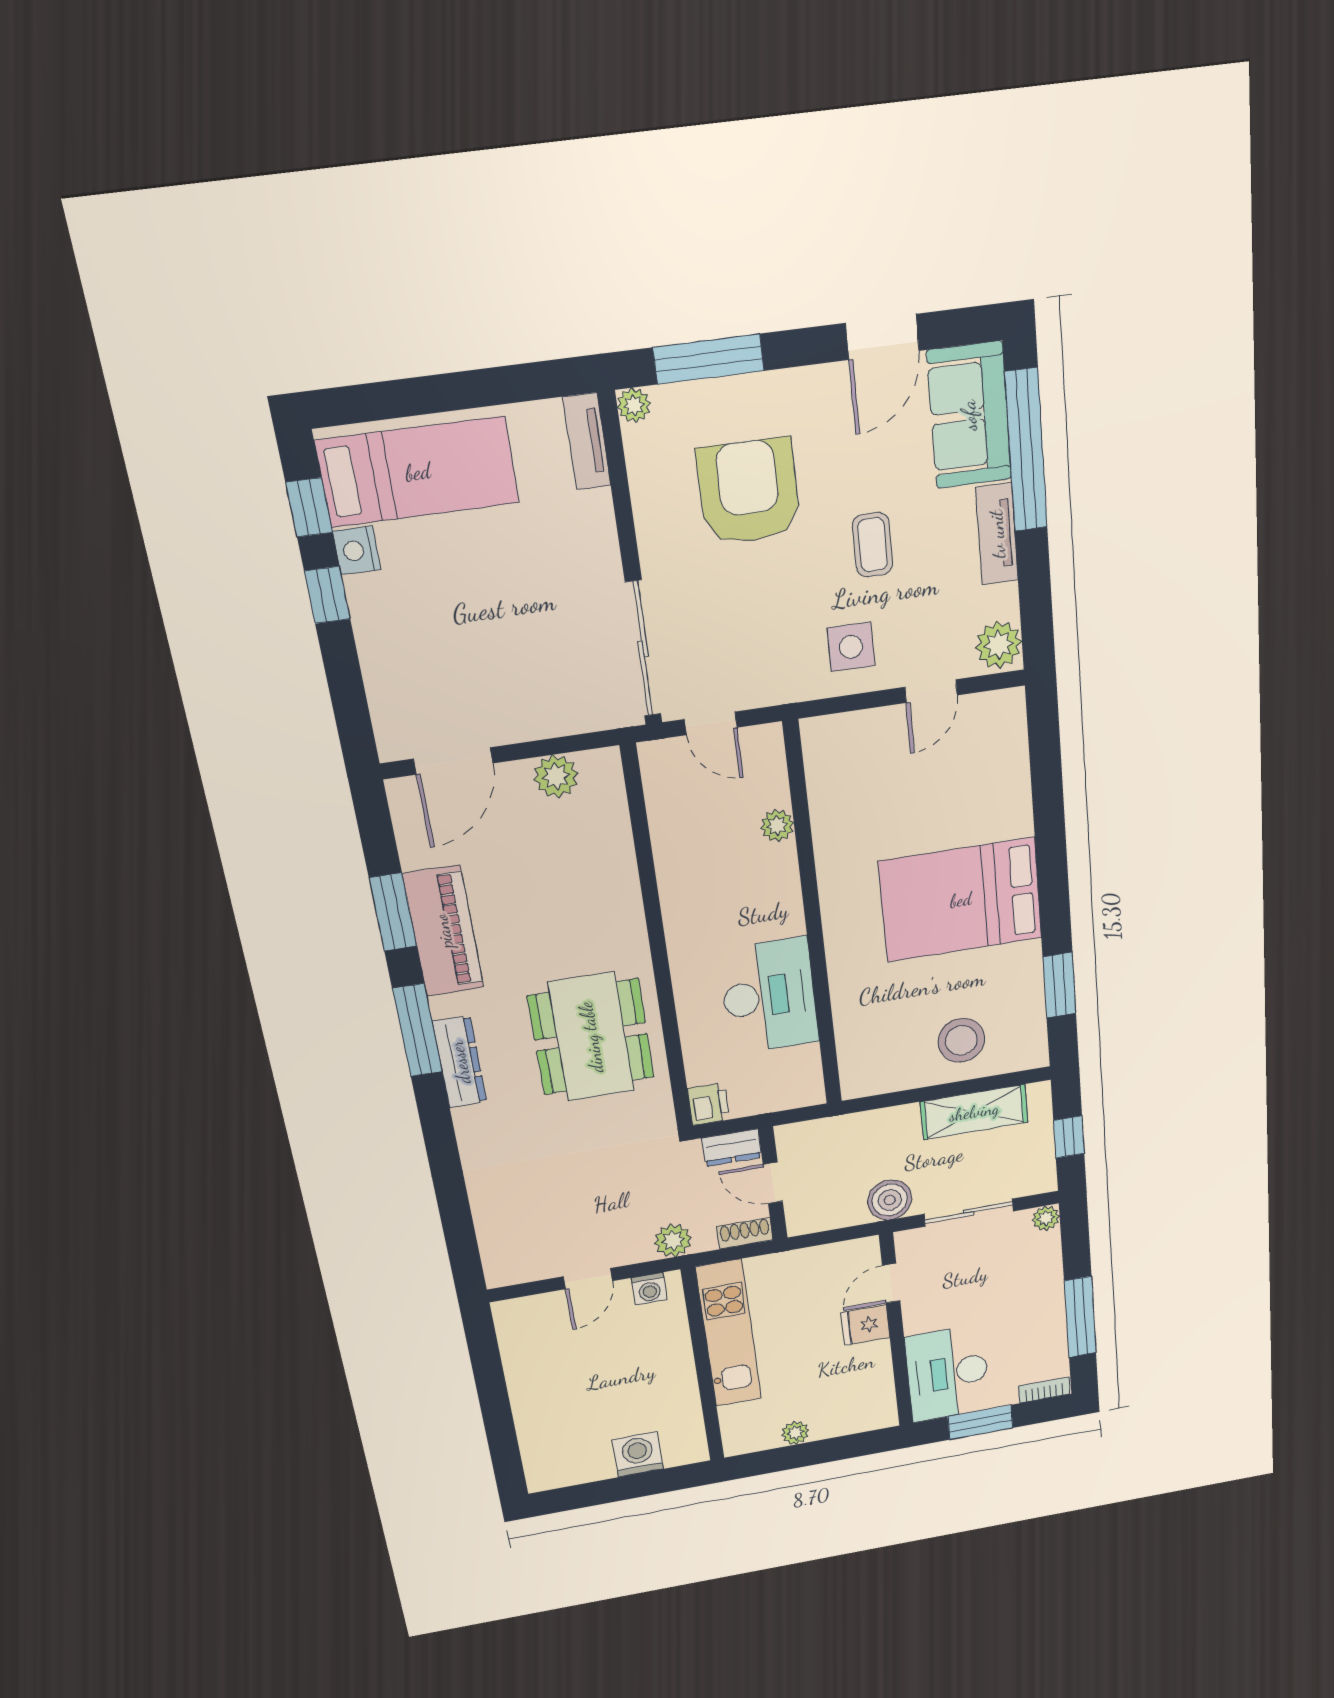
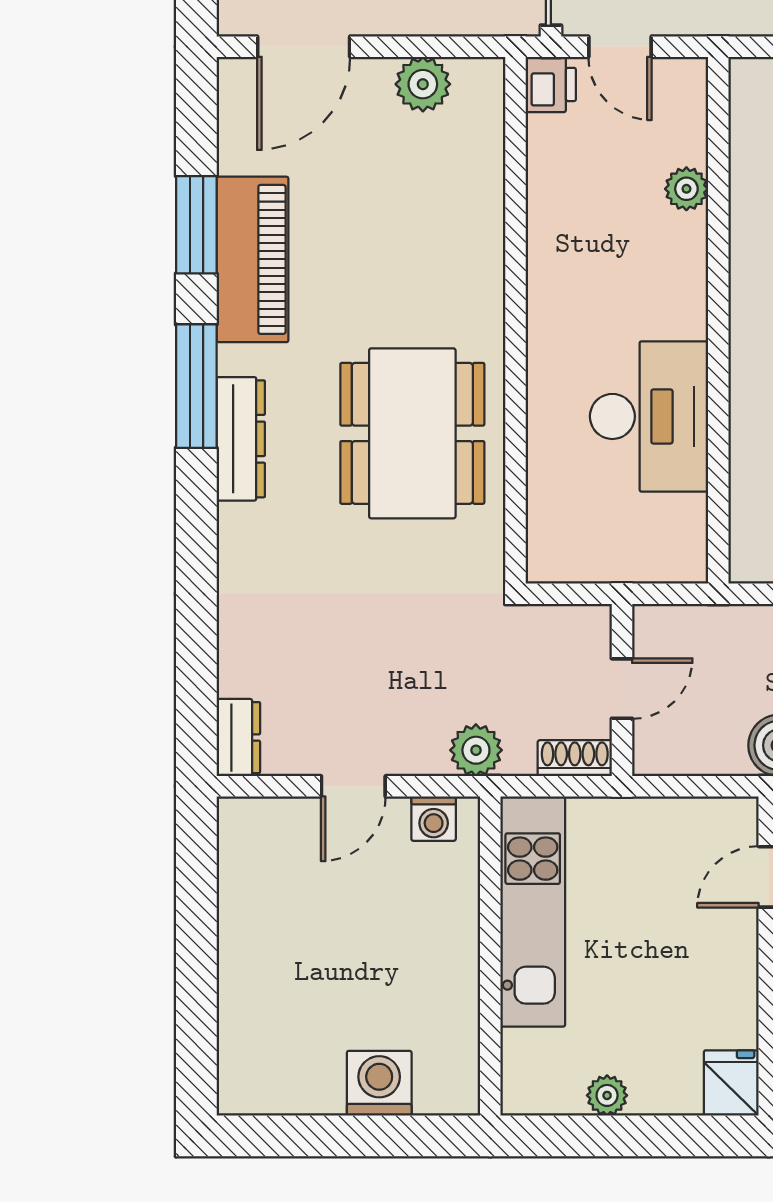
printer: (709, 1104) -> (551, 84), moved
dresser: (732, 1148) -> (238, 738), moved, turned -90
door: (773, 1183) -> (622, 689), swing flipped
fridge: (865, 1325) -> (731, 1083), moved, turned 90

